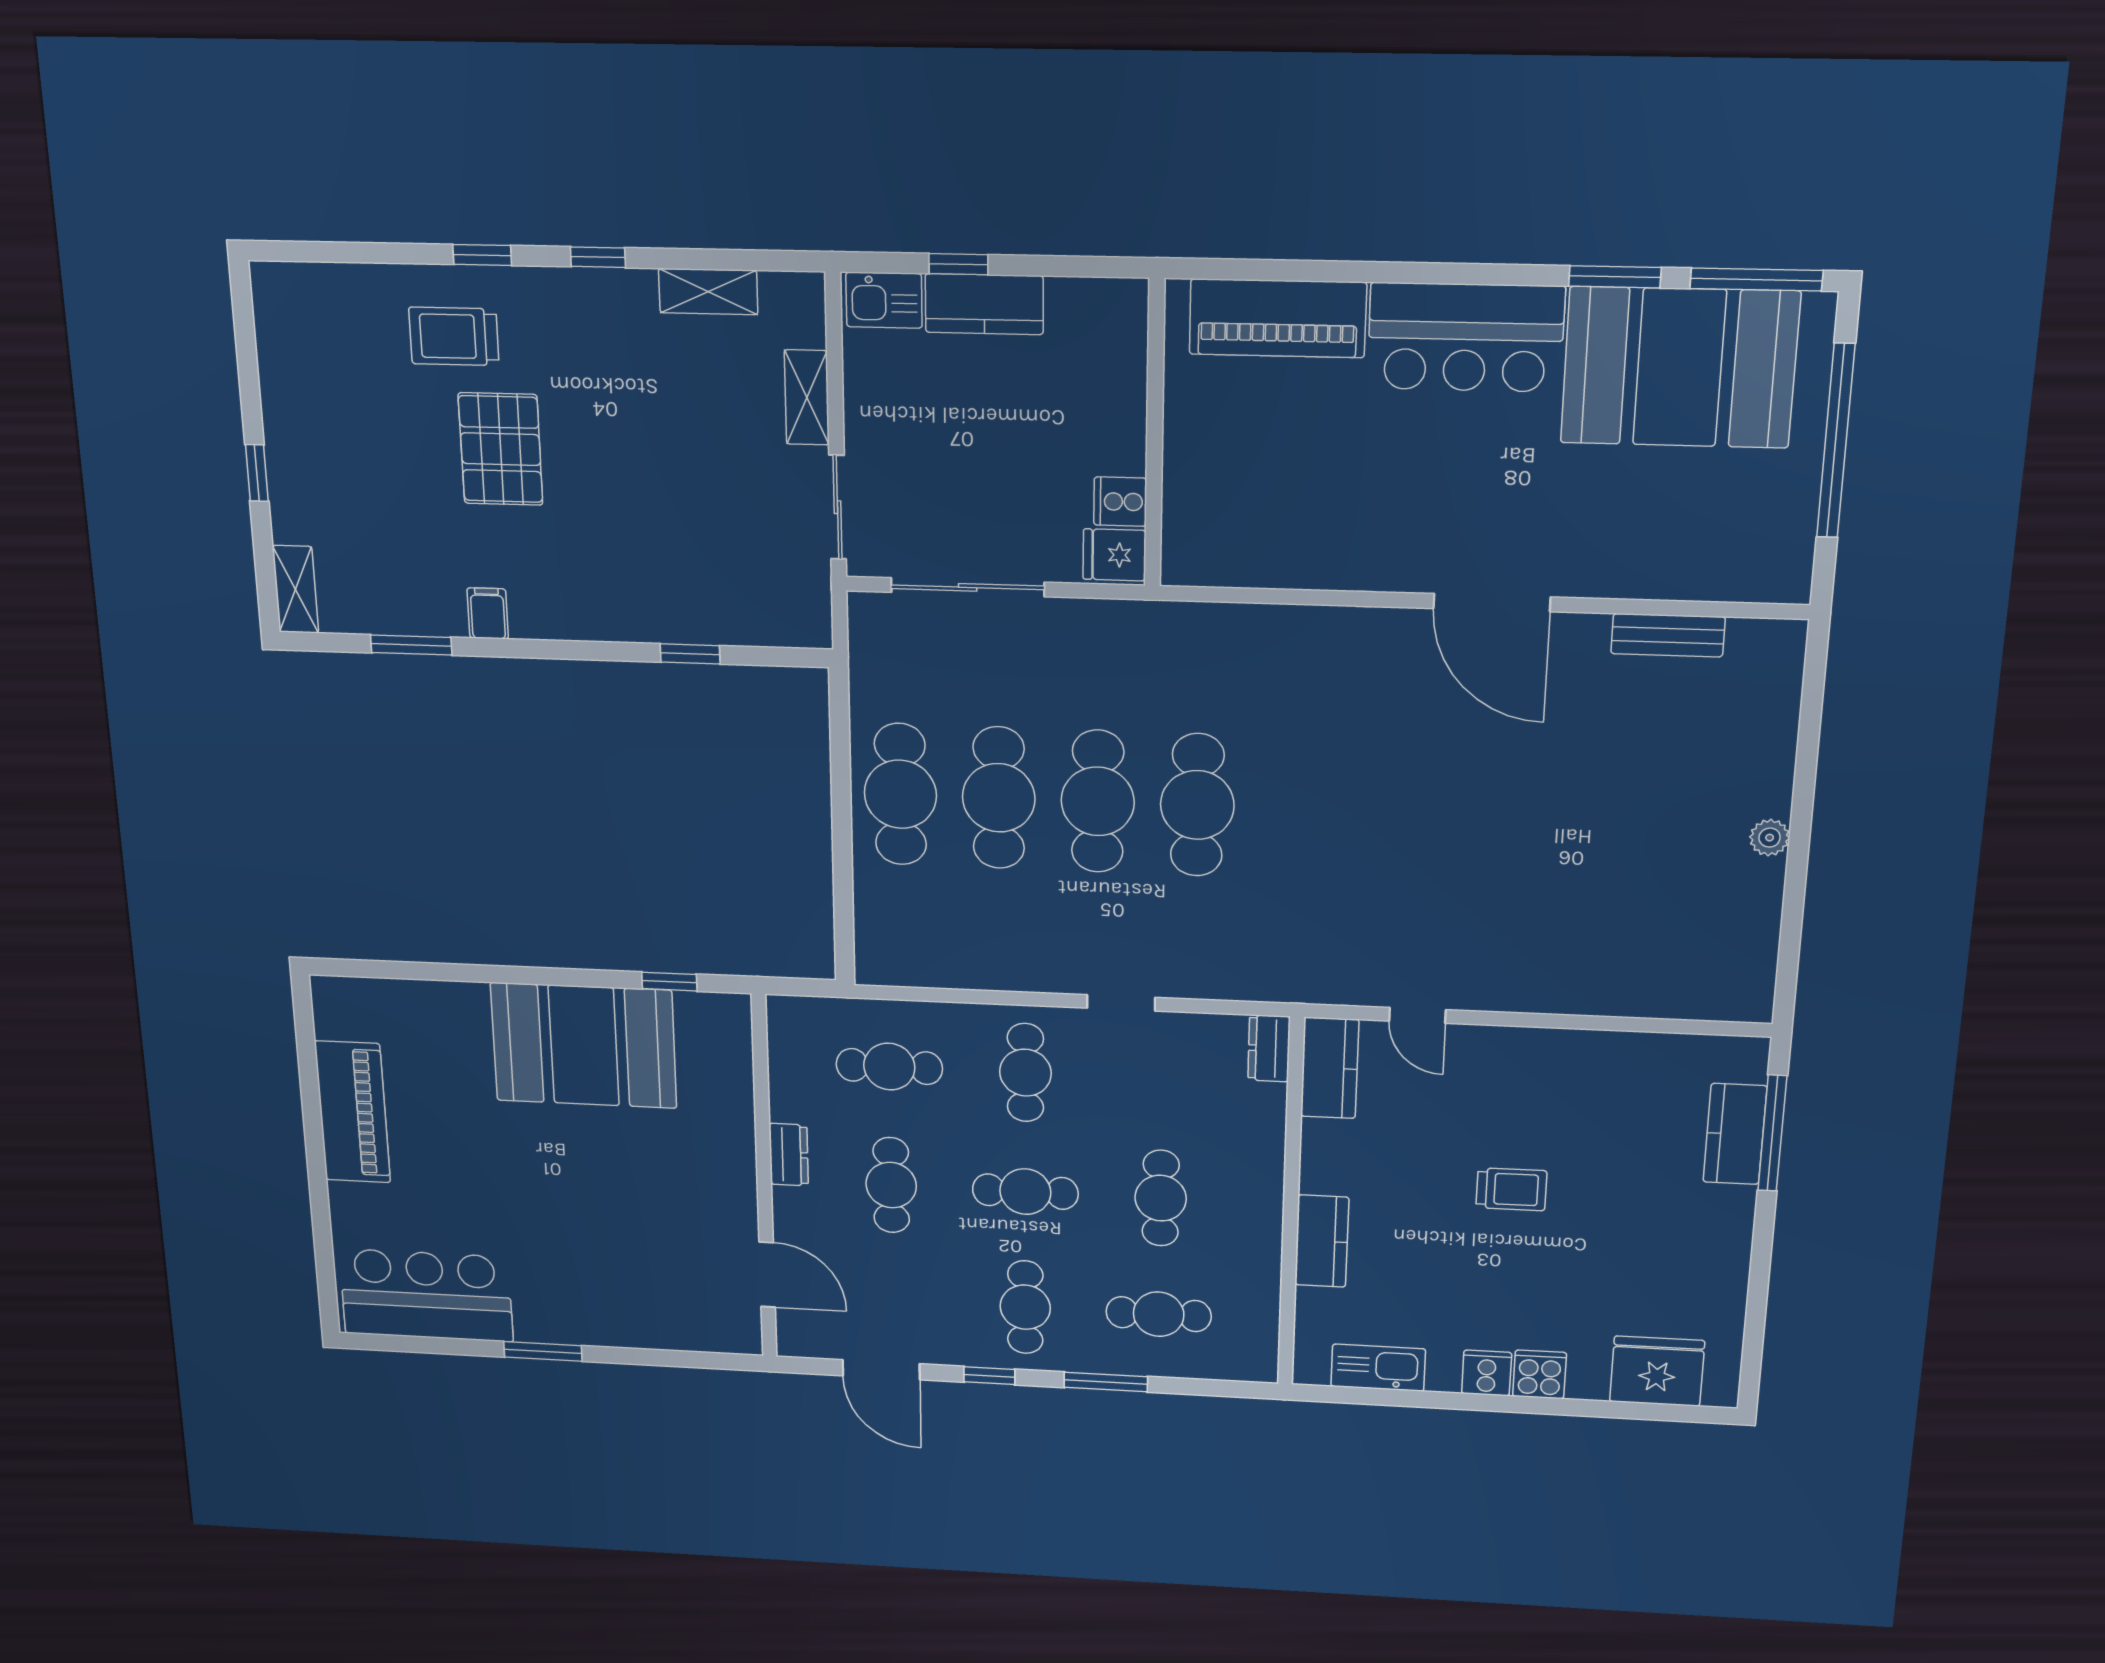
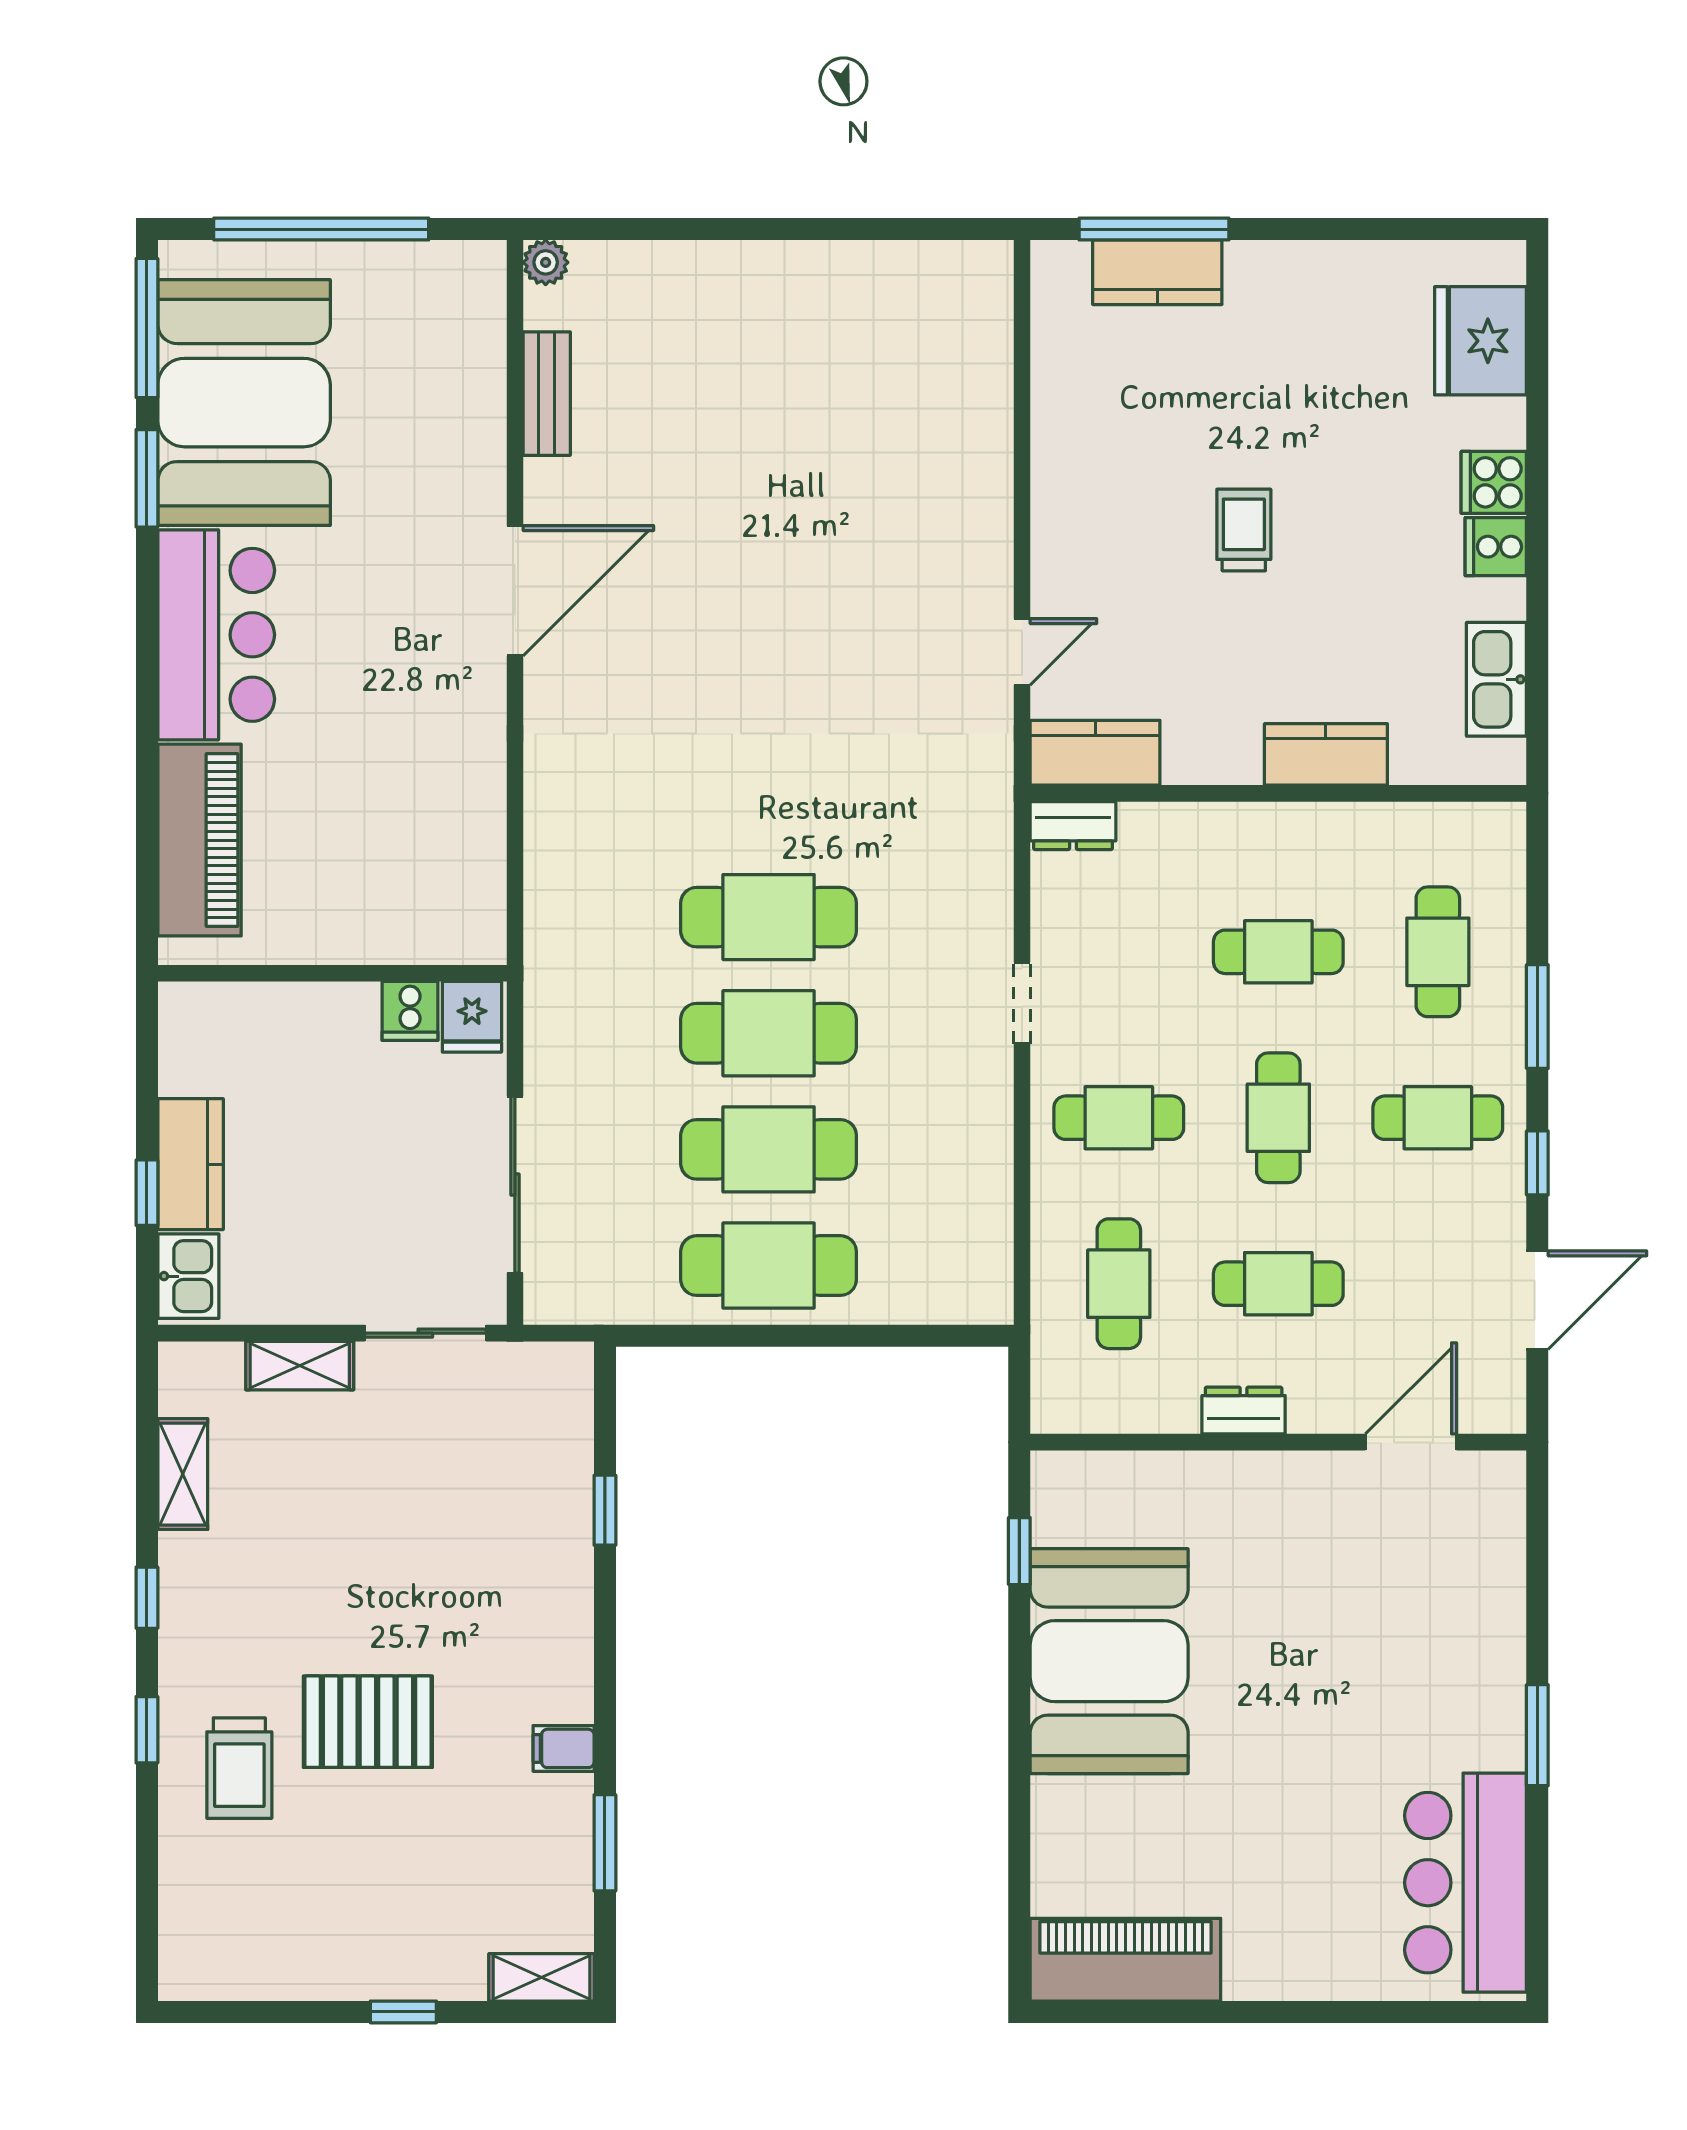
plant: (1770, 838) -> (546, 262), moved
piano: (353, 1112) -> (1125, 1960), moved

